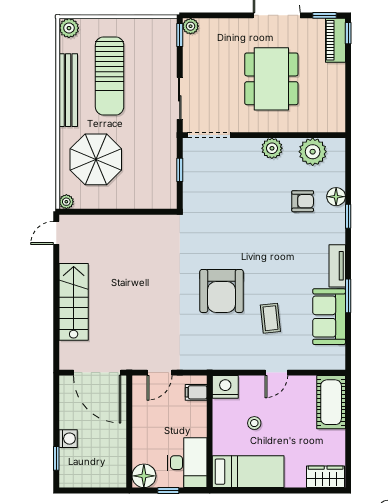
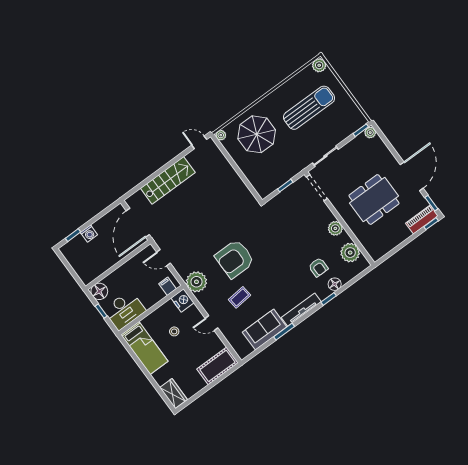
sun lounger: (110, 76) -> (309, 108), turned 180
bench: (68, 90) -> (284, 90), removed
tv unit: (337, 266) -> (301, 310), width x1.41
plant: (216, 355) -> (196, 282), added

